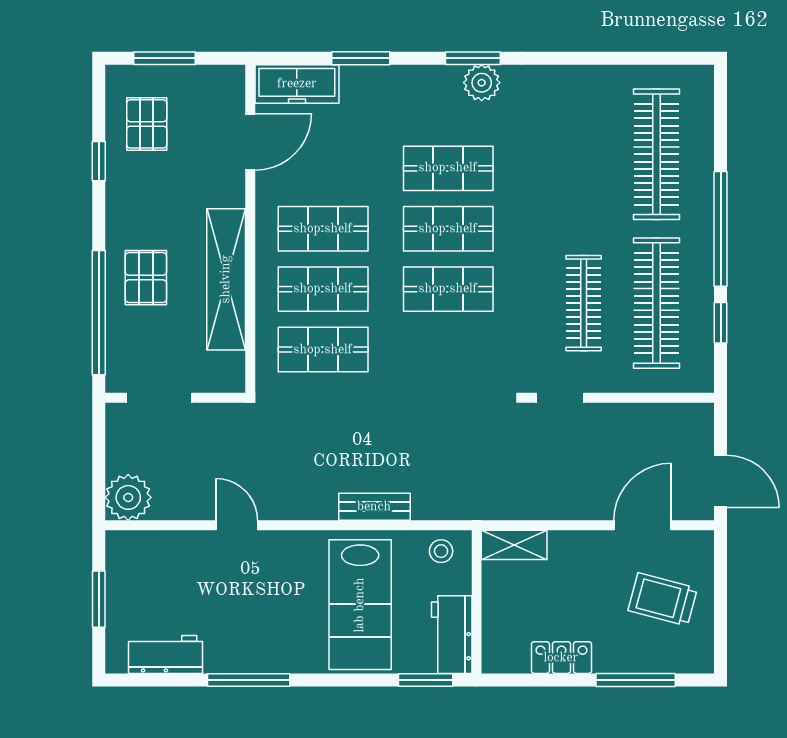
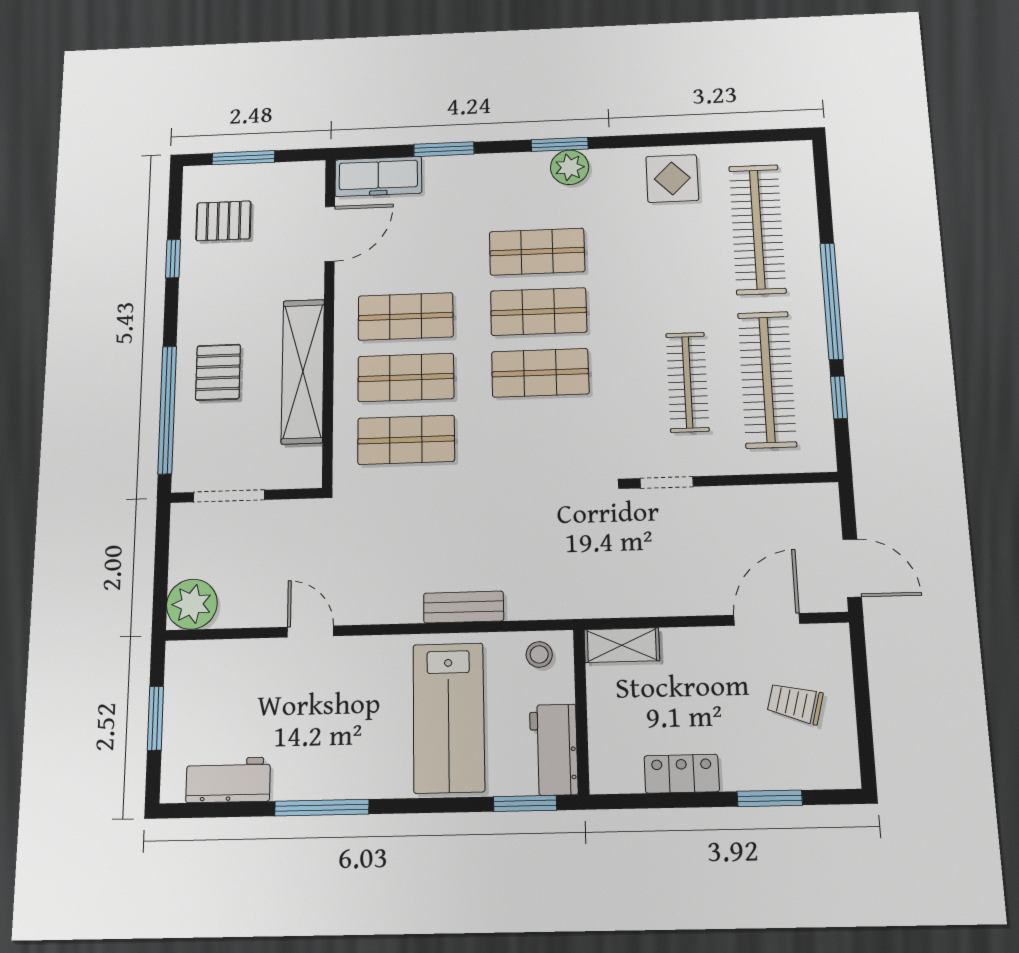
display table: (579, 99) -> (672, 178), added
pallet: (147, 124) -> (223, 221), turned 90
trolley: (663, 599) -> (795, 703), width x0.73, depth x0.72
window: (636, 680) -> (770, 798), width x0.69

